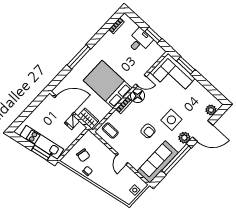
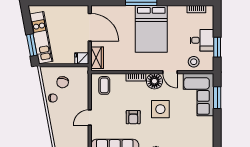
stool: (149, 59) -> (194, 62), added
bed: (108, 84) -> (151, 29), moved, turned 180
side table: (171, 120) -> (160, 109), moved
fridge: (72, 122) -> (82, 58), moved

